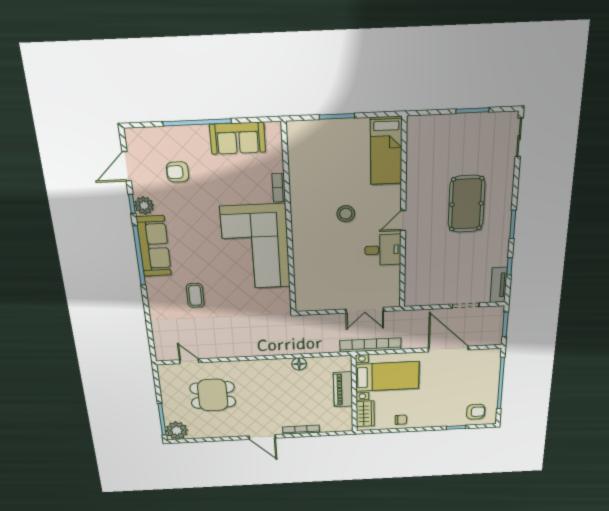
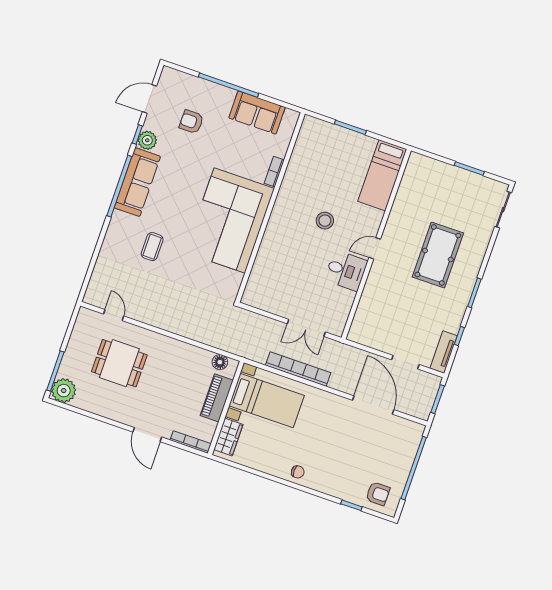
bed with nightstands: (387, 376) -> (267, 401), moved
piano: (343, 389) -> (217, 398), moved
wall: (354, 394) -> (226, 408), moved
wardrobe: (365, 414) -> (228, 437), moved

